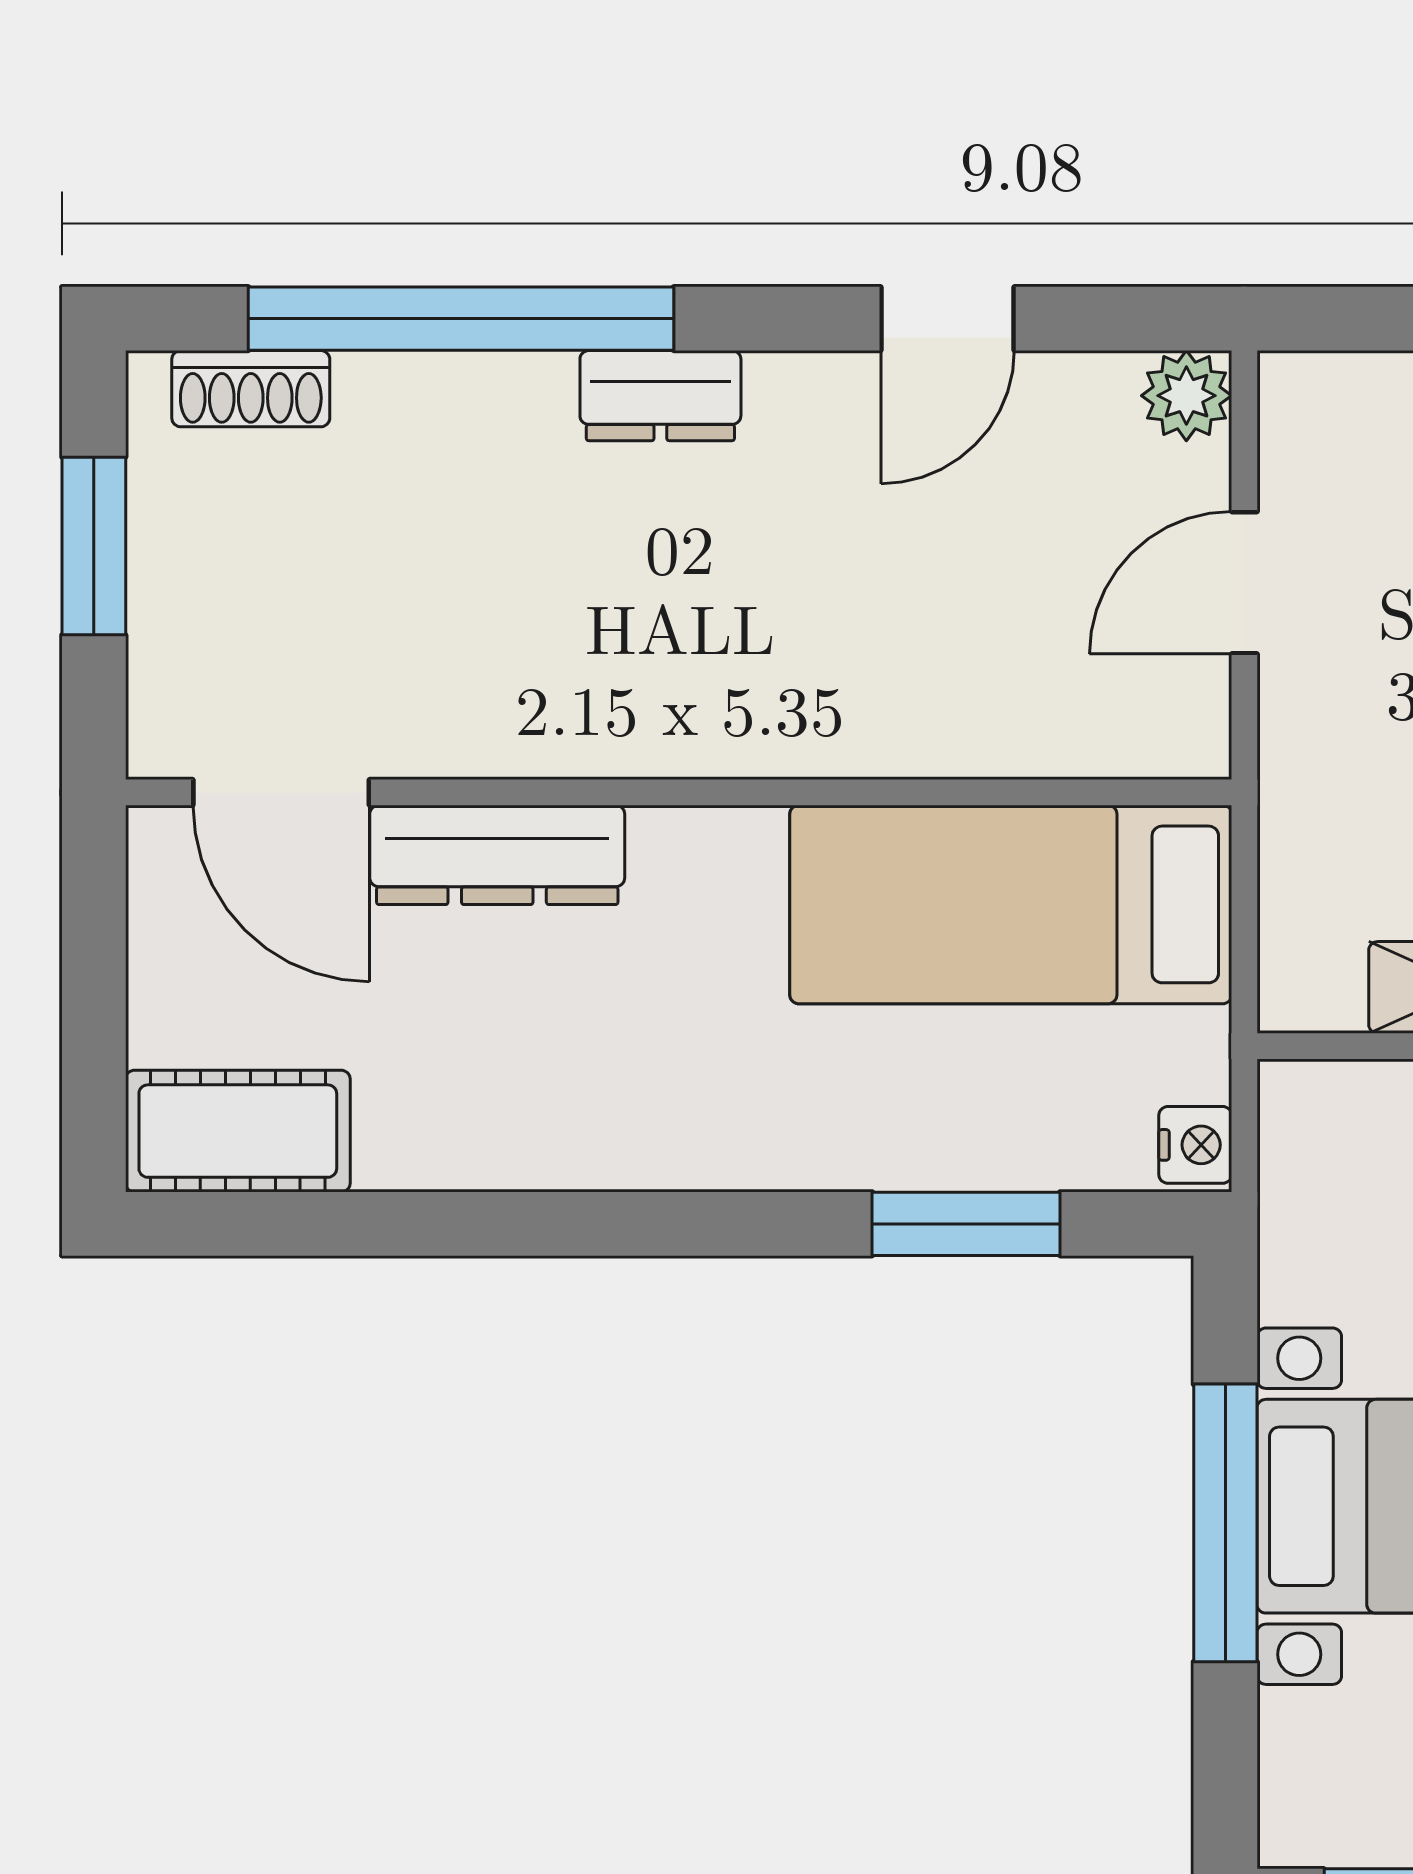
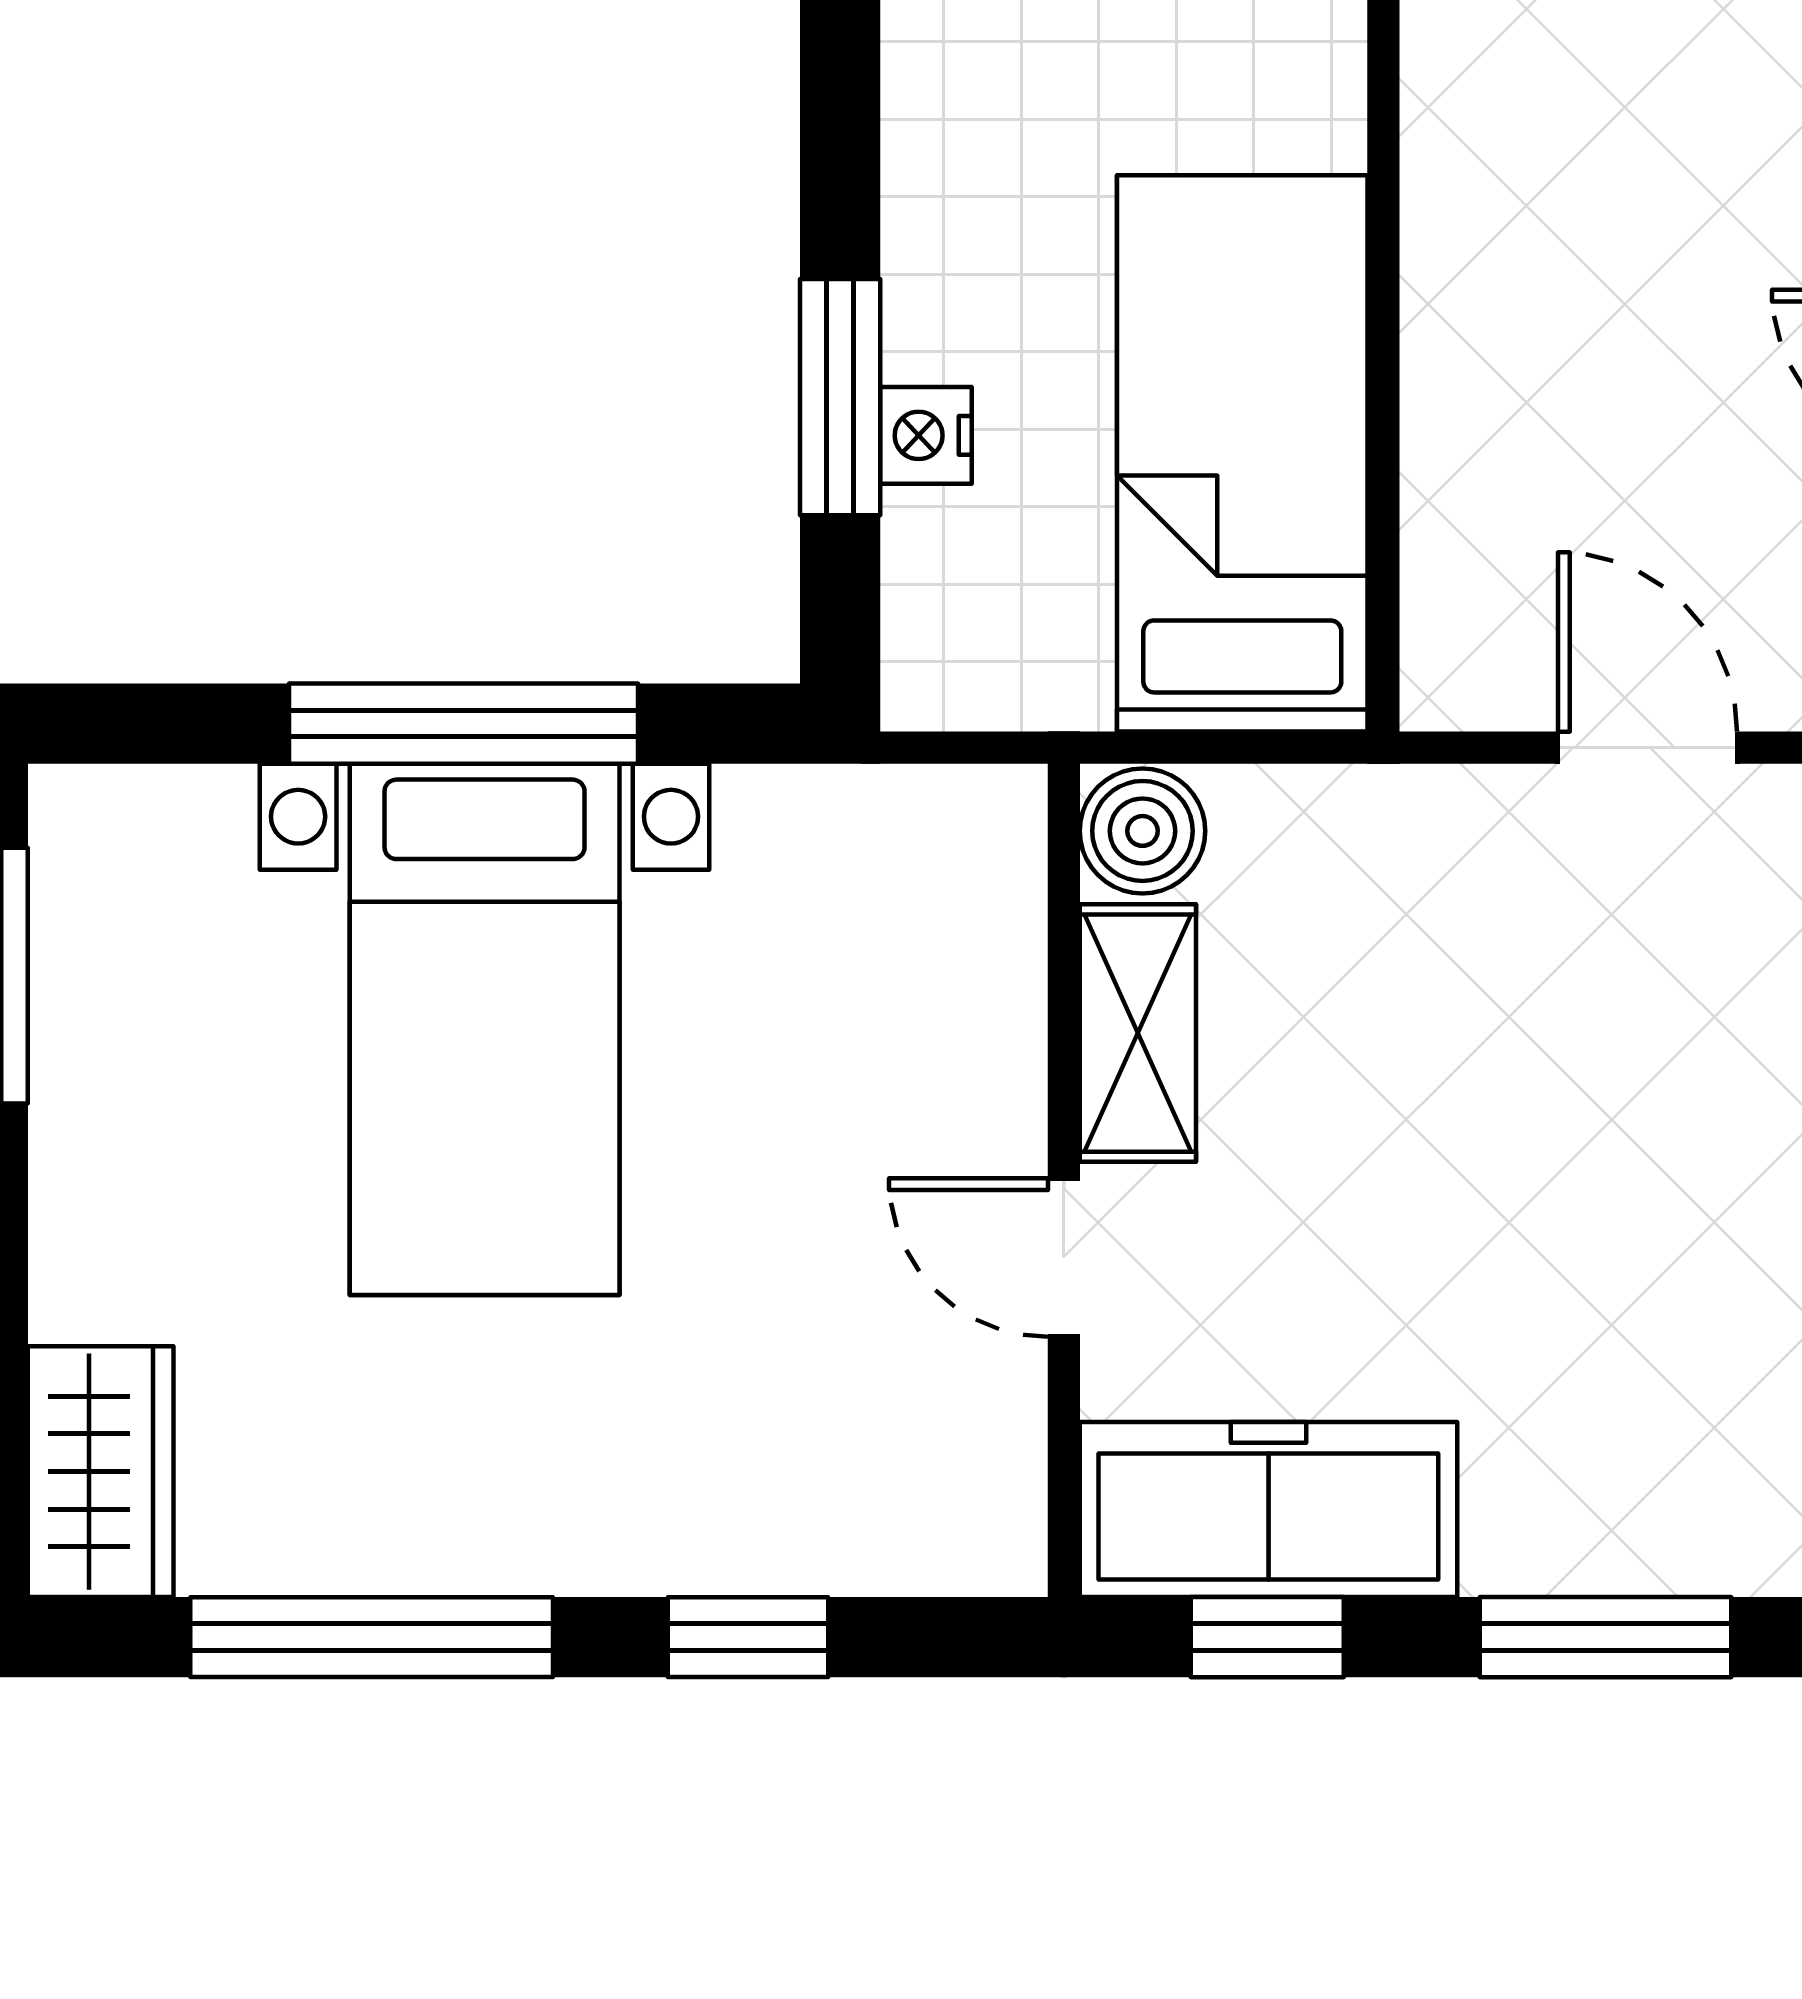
boiler: (1311, 984) -> (1142, 831), added
nightstand: (1195, 1145) -> (926, 435), moved, turned 90

